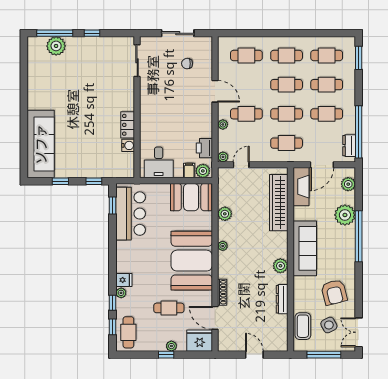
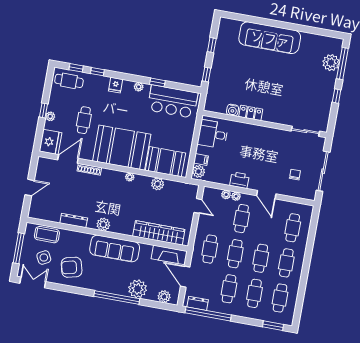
sliding door: (178, 33) -> (323, 171), width x1.37
door: (215, 91) -> (266, 195), hinge flipped
sofa: (41, 144) -> (270, 38), moved
printer: (204, 148) -> (239, 180), moved
plant: (223, 157) -> (226, 195), moved
booth: (191, 197) -> (165, 162), moved, turned 90
window: (113, 206) -> (157, 82), moved
plant: (121, 293) -> (139, 87), moved

